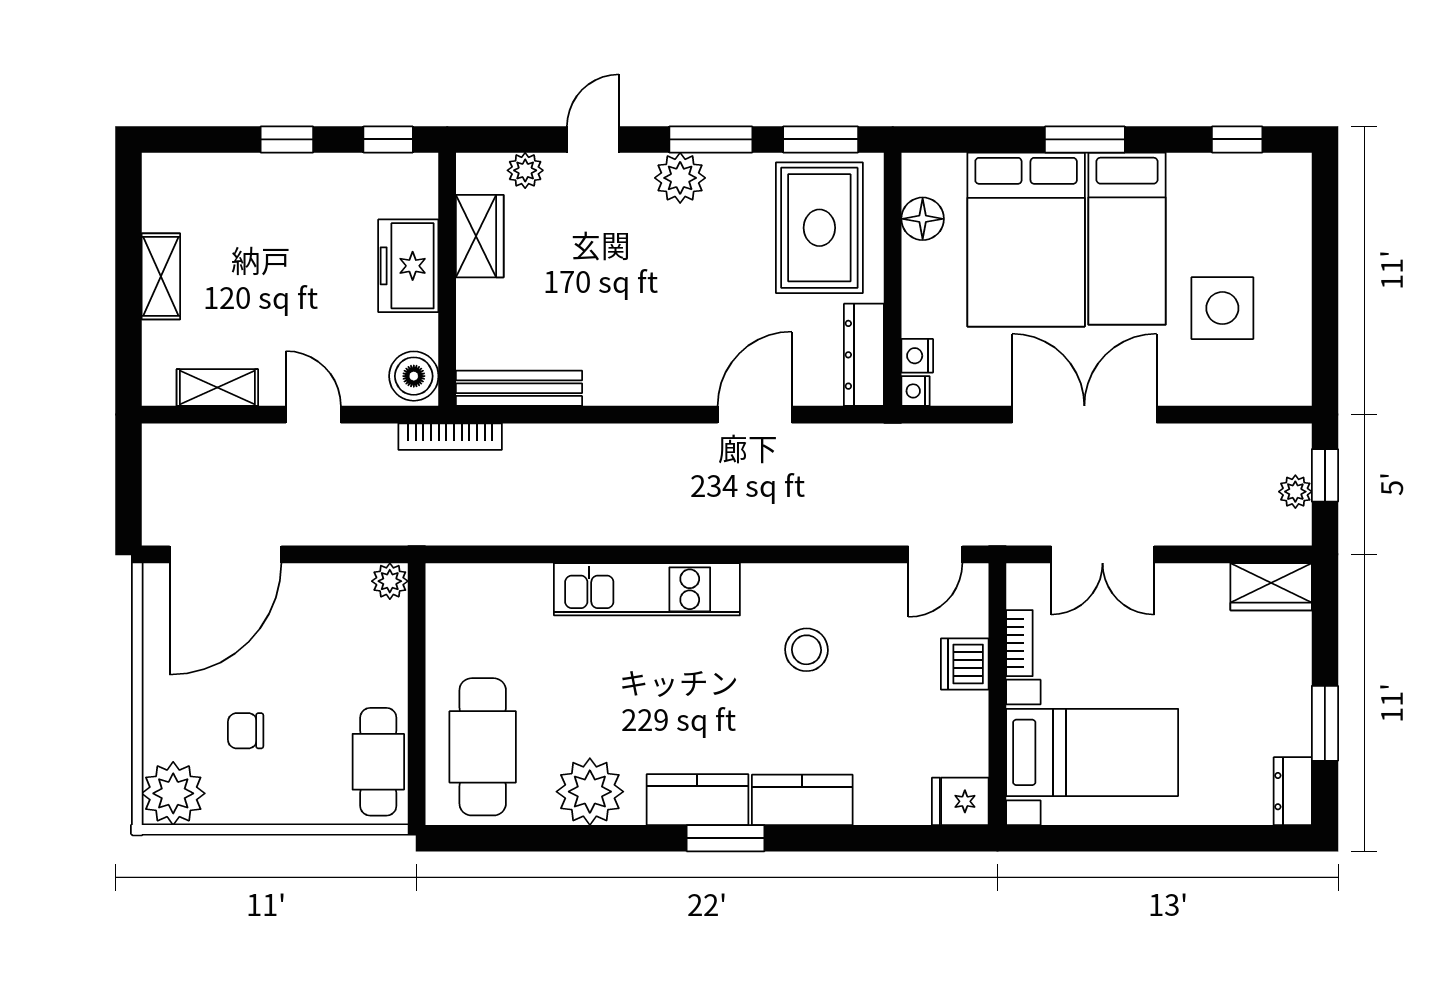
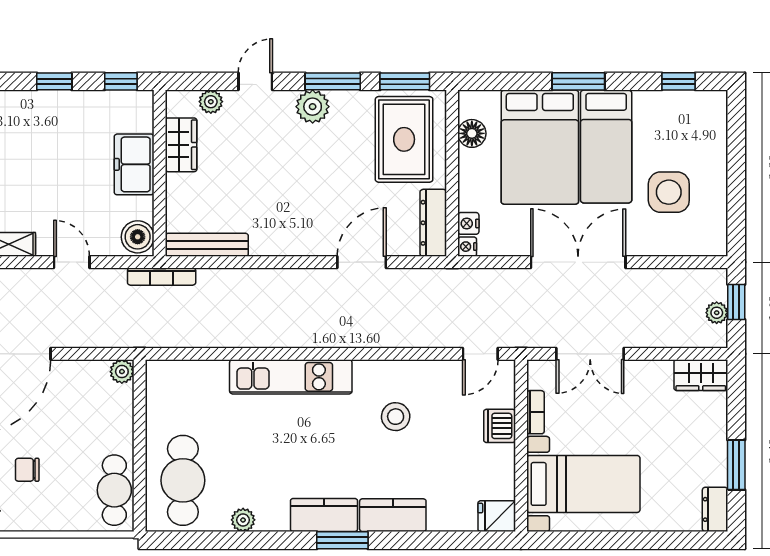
plant: (590, 792) -> (243, 520), width x0.53, depth x0.53

